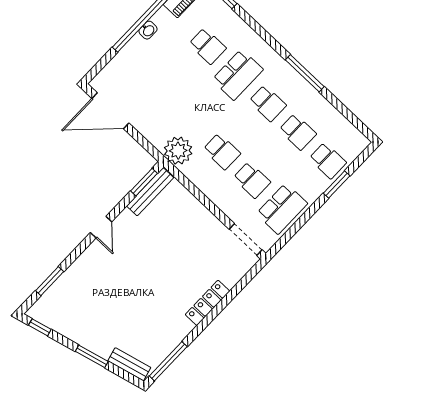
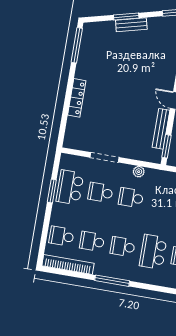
bookcase: (342, 124) -> (68, 264), added
plant: (178, 151) -> (139, 172), moved, width x0.53, depth x0.53
window: (337, 185) -> (52, 191), moved
bench: (150, 192) -> (161, 129), moved
doorway: (246, 239) -> (104, 157), moved
bench: (129, 364) -> (131, 25), moved

